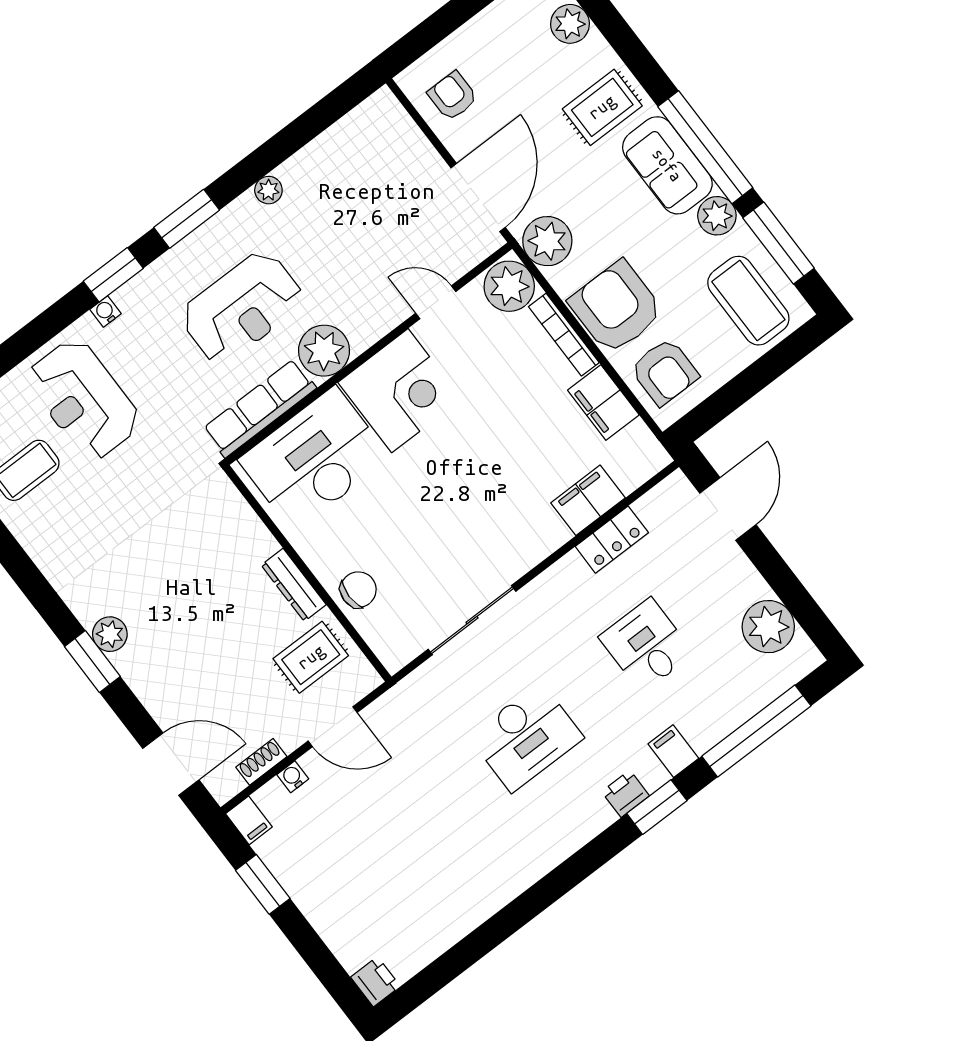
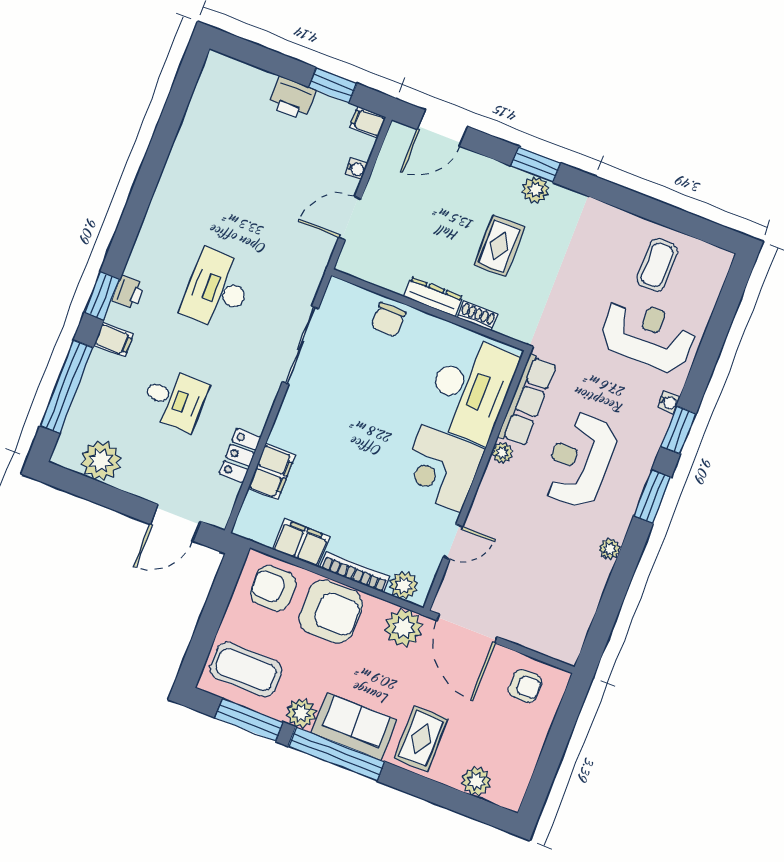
plant: (509, 286) -> (404, 585), width x0.73, depth x0.73
plant: (324, 351) -> (502, 453), width x0.53, depth x0.53
door: (728, 509) -> (175, 523), hinge flipped
rug: (311, 657) -> (499, 246), moved
shoe rack: (261, 762) -> (477, 316), moved, turned -90
printer: (375, 982) -> (292, 98), moved, width x1.36, depth x1.24

